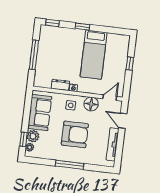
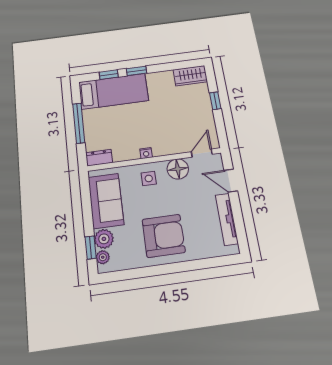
window: (52, 23) -> (109, 75), moved
wardrobe: (118, 40) -> (190, 76), added
bed: (94, 55) -> (113, 91), moved, turned -90
dresser: (60, 85) -> (99, 158), moved
armchair: (75, 134) -> (164, 236), moved
window: (70, 165) -> (171, 268), removed

